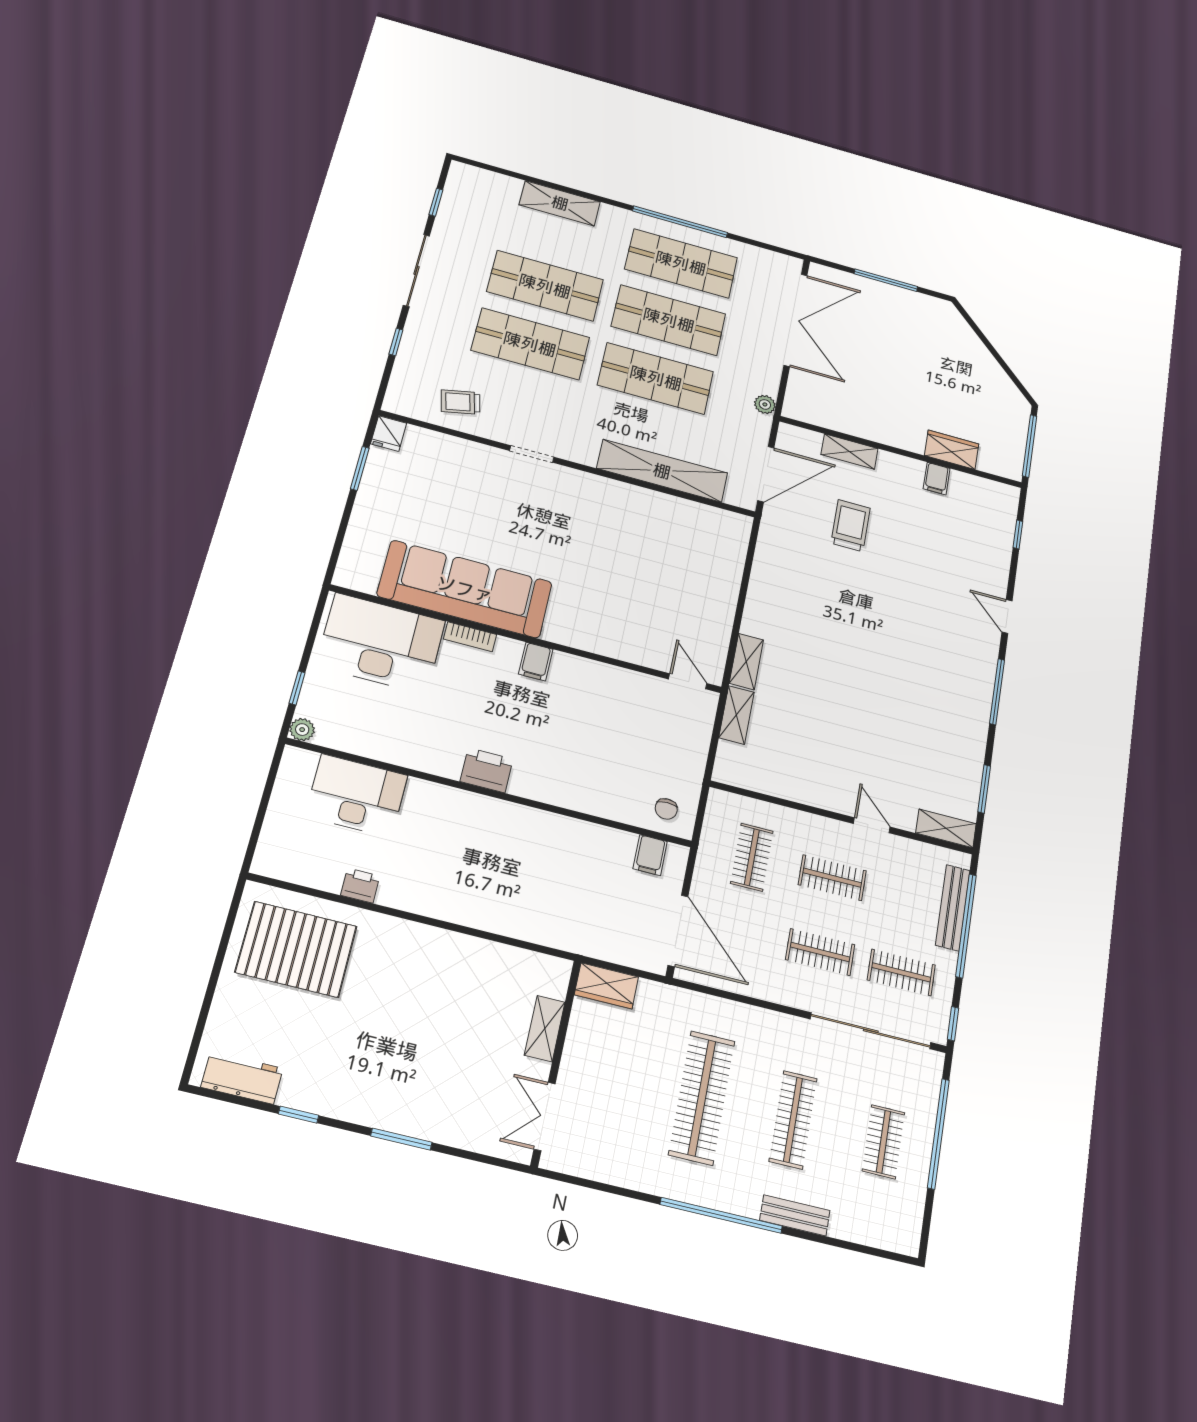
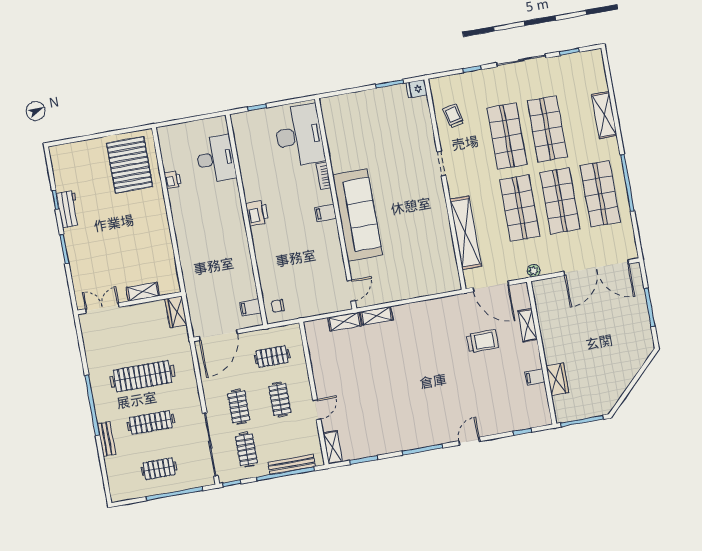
sofa: (465, 589) -> (357, 215), moved
plant: (302, 730) -> (237, 119), removed
workbench: (242, 1078) -> (68, 209), moved

